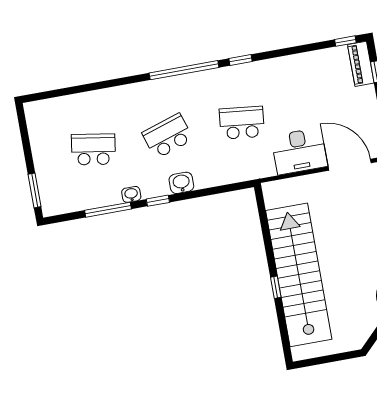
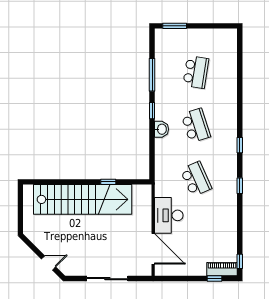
window: (184, 70) -> (240, 145), width x0.32
school desk: (242, 123) -> (196, 179), turned -30
door: (350, 165) -> (153, 249), hinge flipped
washbasin: (131, 194) -> (160, 93), removed
window: (276, 287) -> (108, 182), moved

